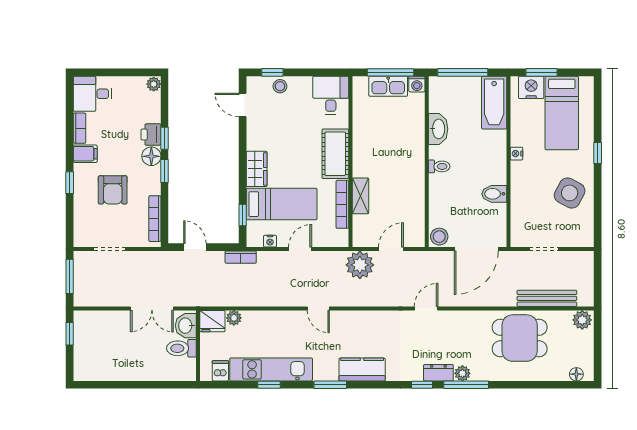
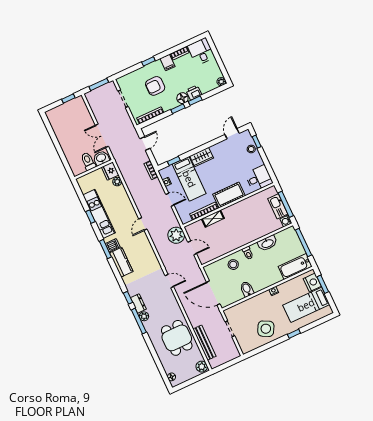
stool: (439, 237) -> (233, 265), moved
dishwasher: (220, 371) -> (113, 245), moved

